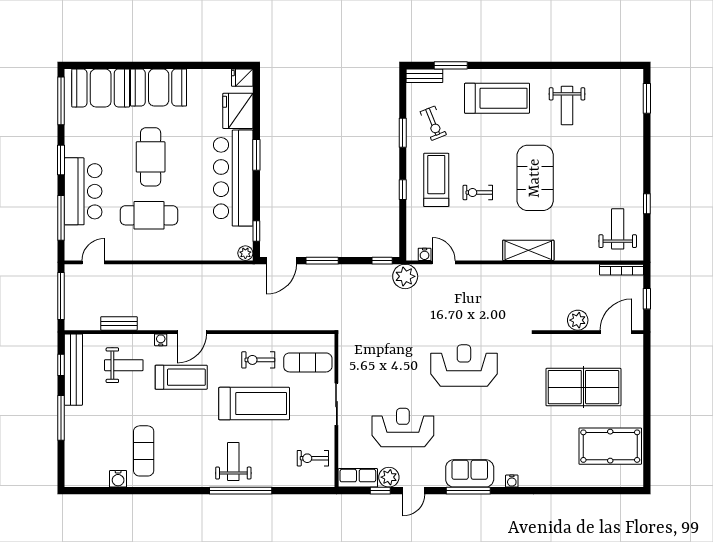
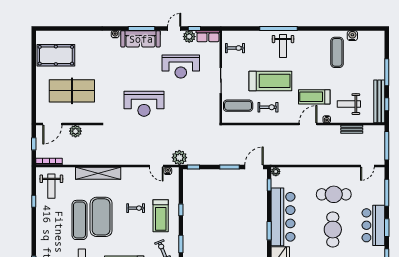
exercise mat: (571, 173) -> (79, 220), added
bar counter: (83, 191) -> (373, 225), moved
shelving: (528, 250) -> (98, 173), width x1.47
treadmill: (254, 404) -> (270, 81), turned 180
sofa: (470, 473) -> (141, 39), width x1.36

